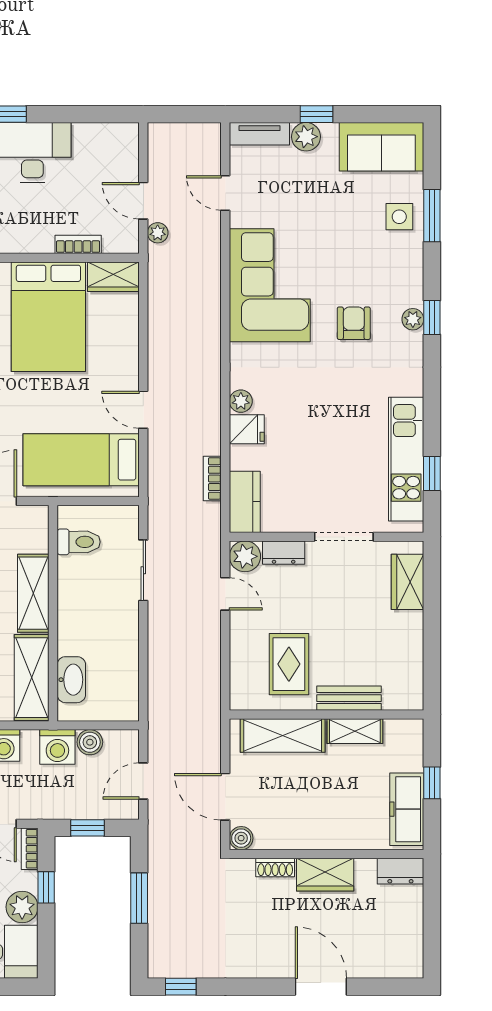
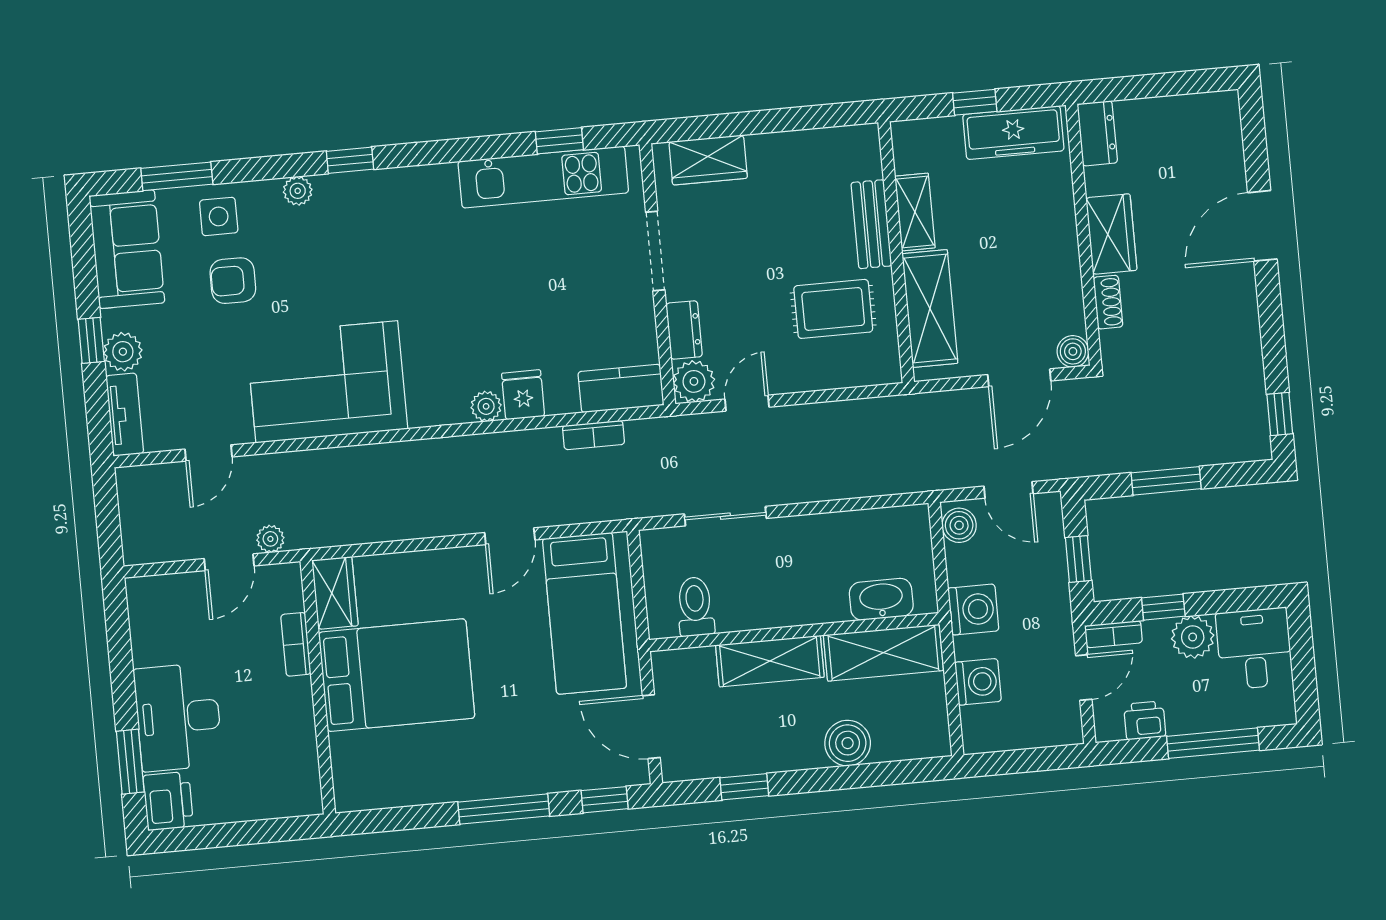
window: (432, 216) -> (177, 176), moved
plant: (413, 319) -> (298, 191), moved
armchair: (354, 323) -> (233, 281), moved
boiler: (90, 742) -> (959, 525), moved

